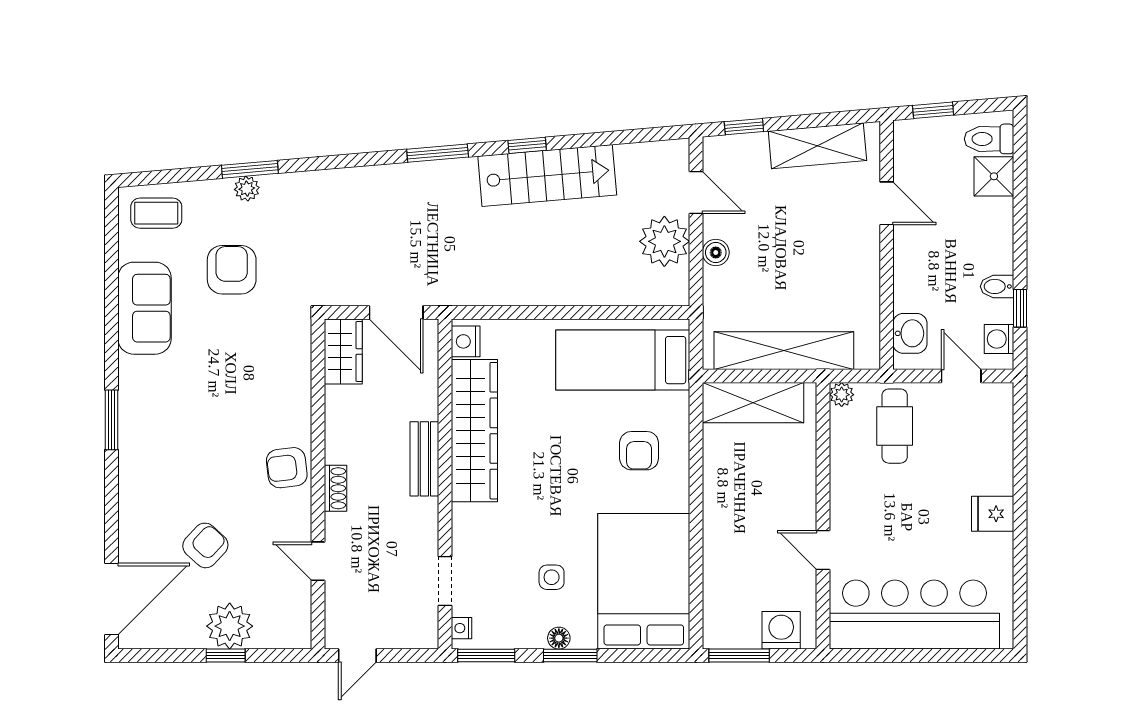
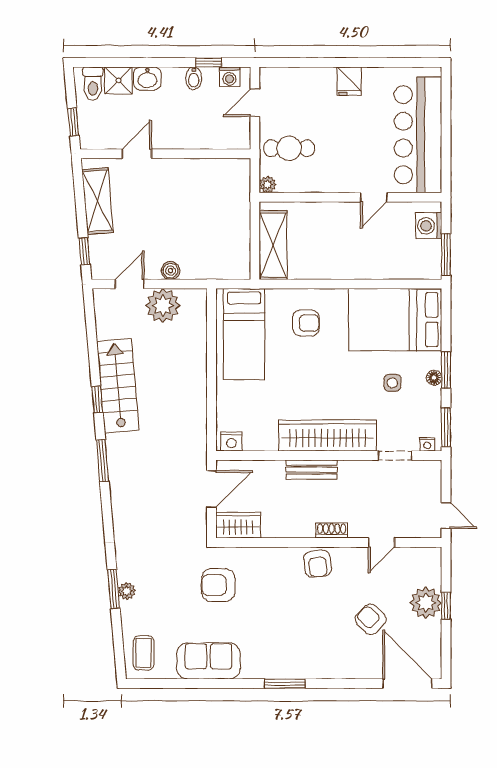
armchair: (232, 270) -> (218, 585), moved
washbasin: (910, 333) -> (147, 78), moved, turned 180
shelving: (784, 351) -> (238, 224), removed
wardrobe: (474, 431) -> (328, 435), moved

